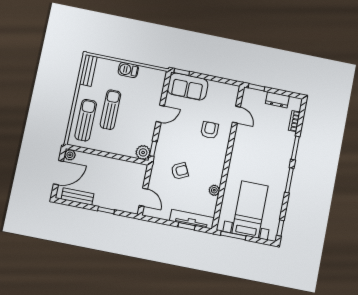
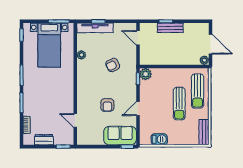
barbecue: (128, 70) -> (159, 139), moved
armchair: (210, 130) -> (107, 105), moved
door: (58, 173) -> (210, 44), swing flipped
bench: (78, 196) -> (170, 28), moved

